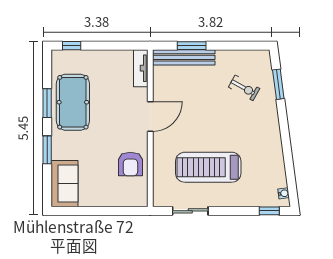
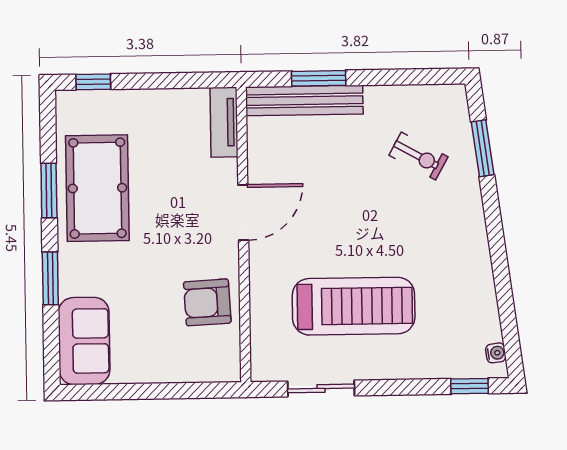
armchair: (130, 164) -> (207, 302), turned 87
treadmill: (208, 167) -> (354, 306), turned 180

